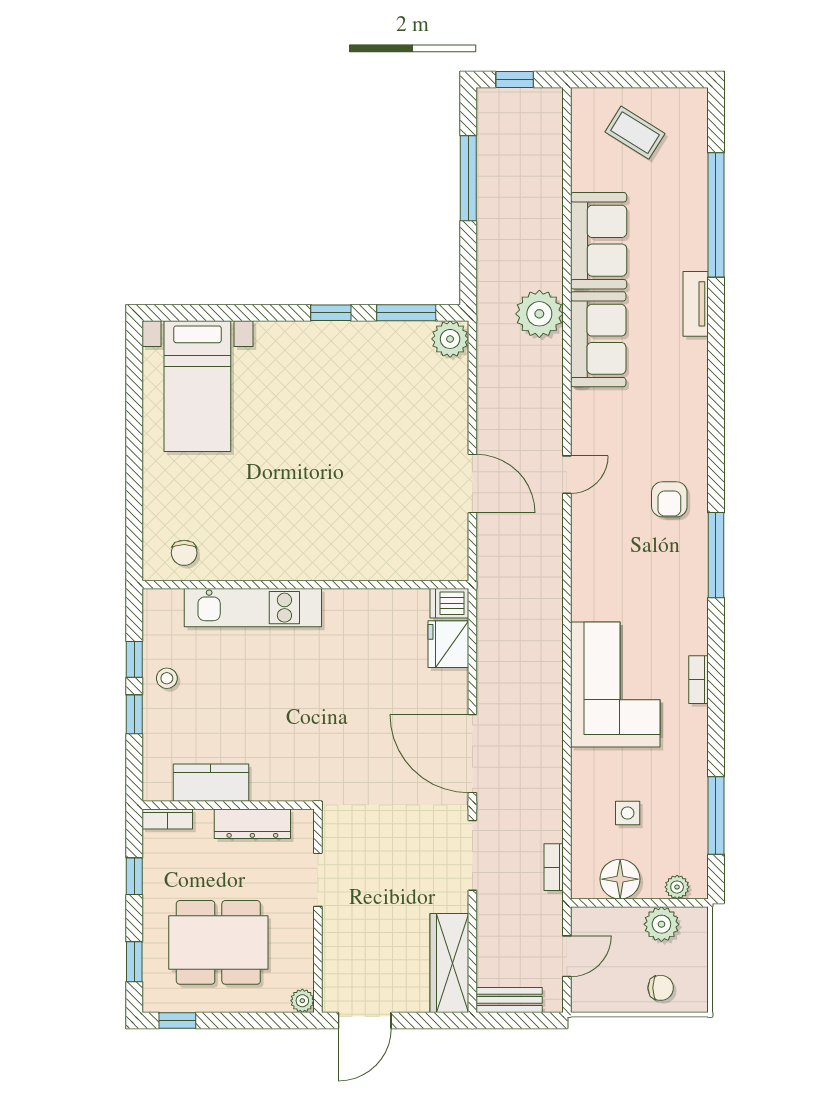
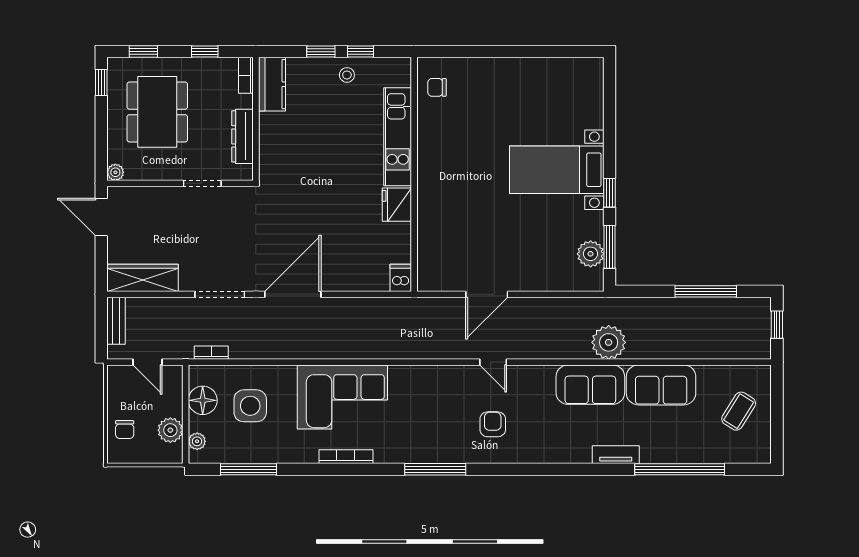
plant: (450, 339) -> (591, 254), moved
bed with nightstands: (197, 386) -> (557, 170), moved
armchair: (669, 499) -> (493, 424), moved, turned 90
fridge: (448, 644) -> (397, 205), moved, turned -90
bookcase: (698, 680) -> (346, 457), width x1.56
kitchen counter: (211, 783) -> (272, 84), moved
side table: (628, 813) -> (250, 406), width x1.87, depth x1.87

